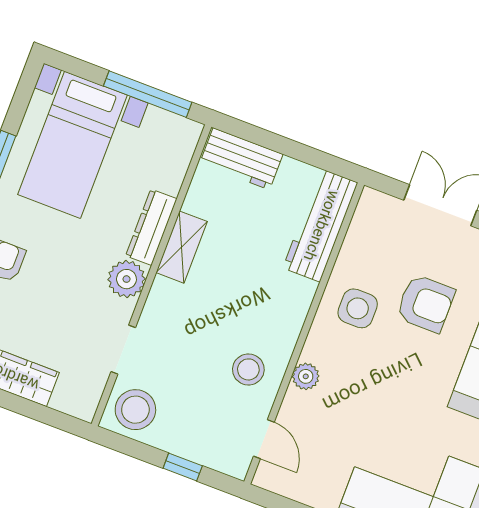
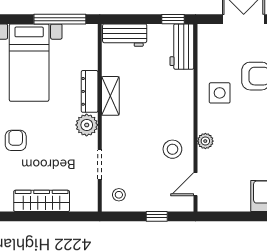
window: (328, 163) -> (173, 19), added
workbench: (320, 225) -> (182, 47), width x0.73
stool: (135, 410) -> (119, 195), width x0.53, depth x0.53
door: (264, 439) -> (196, 184), swing flipped

